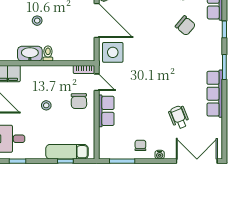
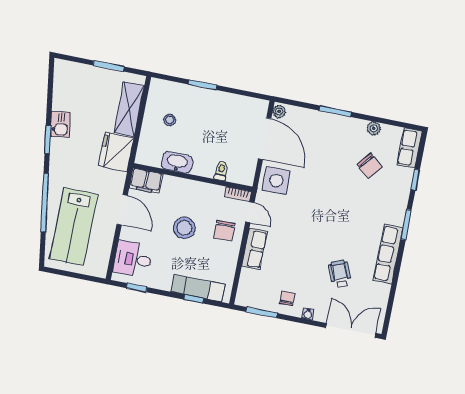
stool: (37, 21) -> (170, 120), moved
toilet: (48, 53) -> (221, 171), moved
stool: (46, 105) -> (184, 228), width x1.89, depth x1.89

